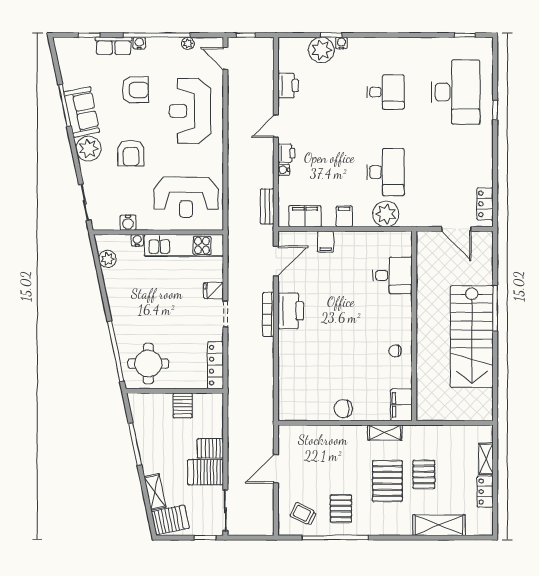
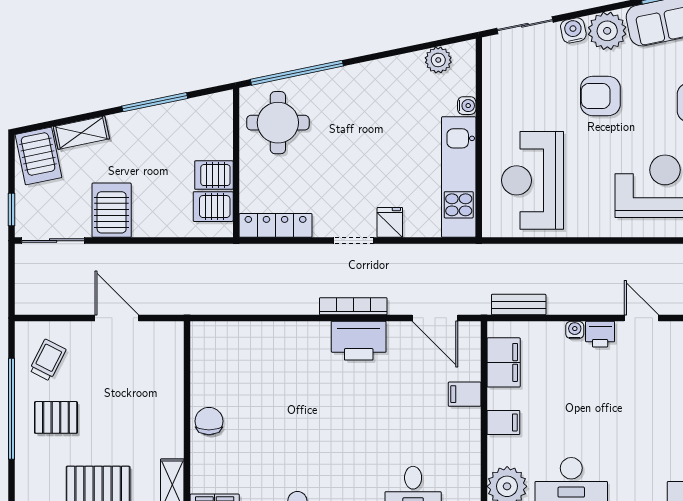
water cooler: (128, 223) -> (573, 30), moved, turned 78
server rack: (210, 448) -> (213, 207), moved, turned -90

